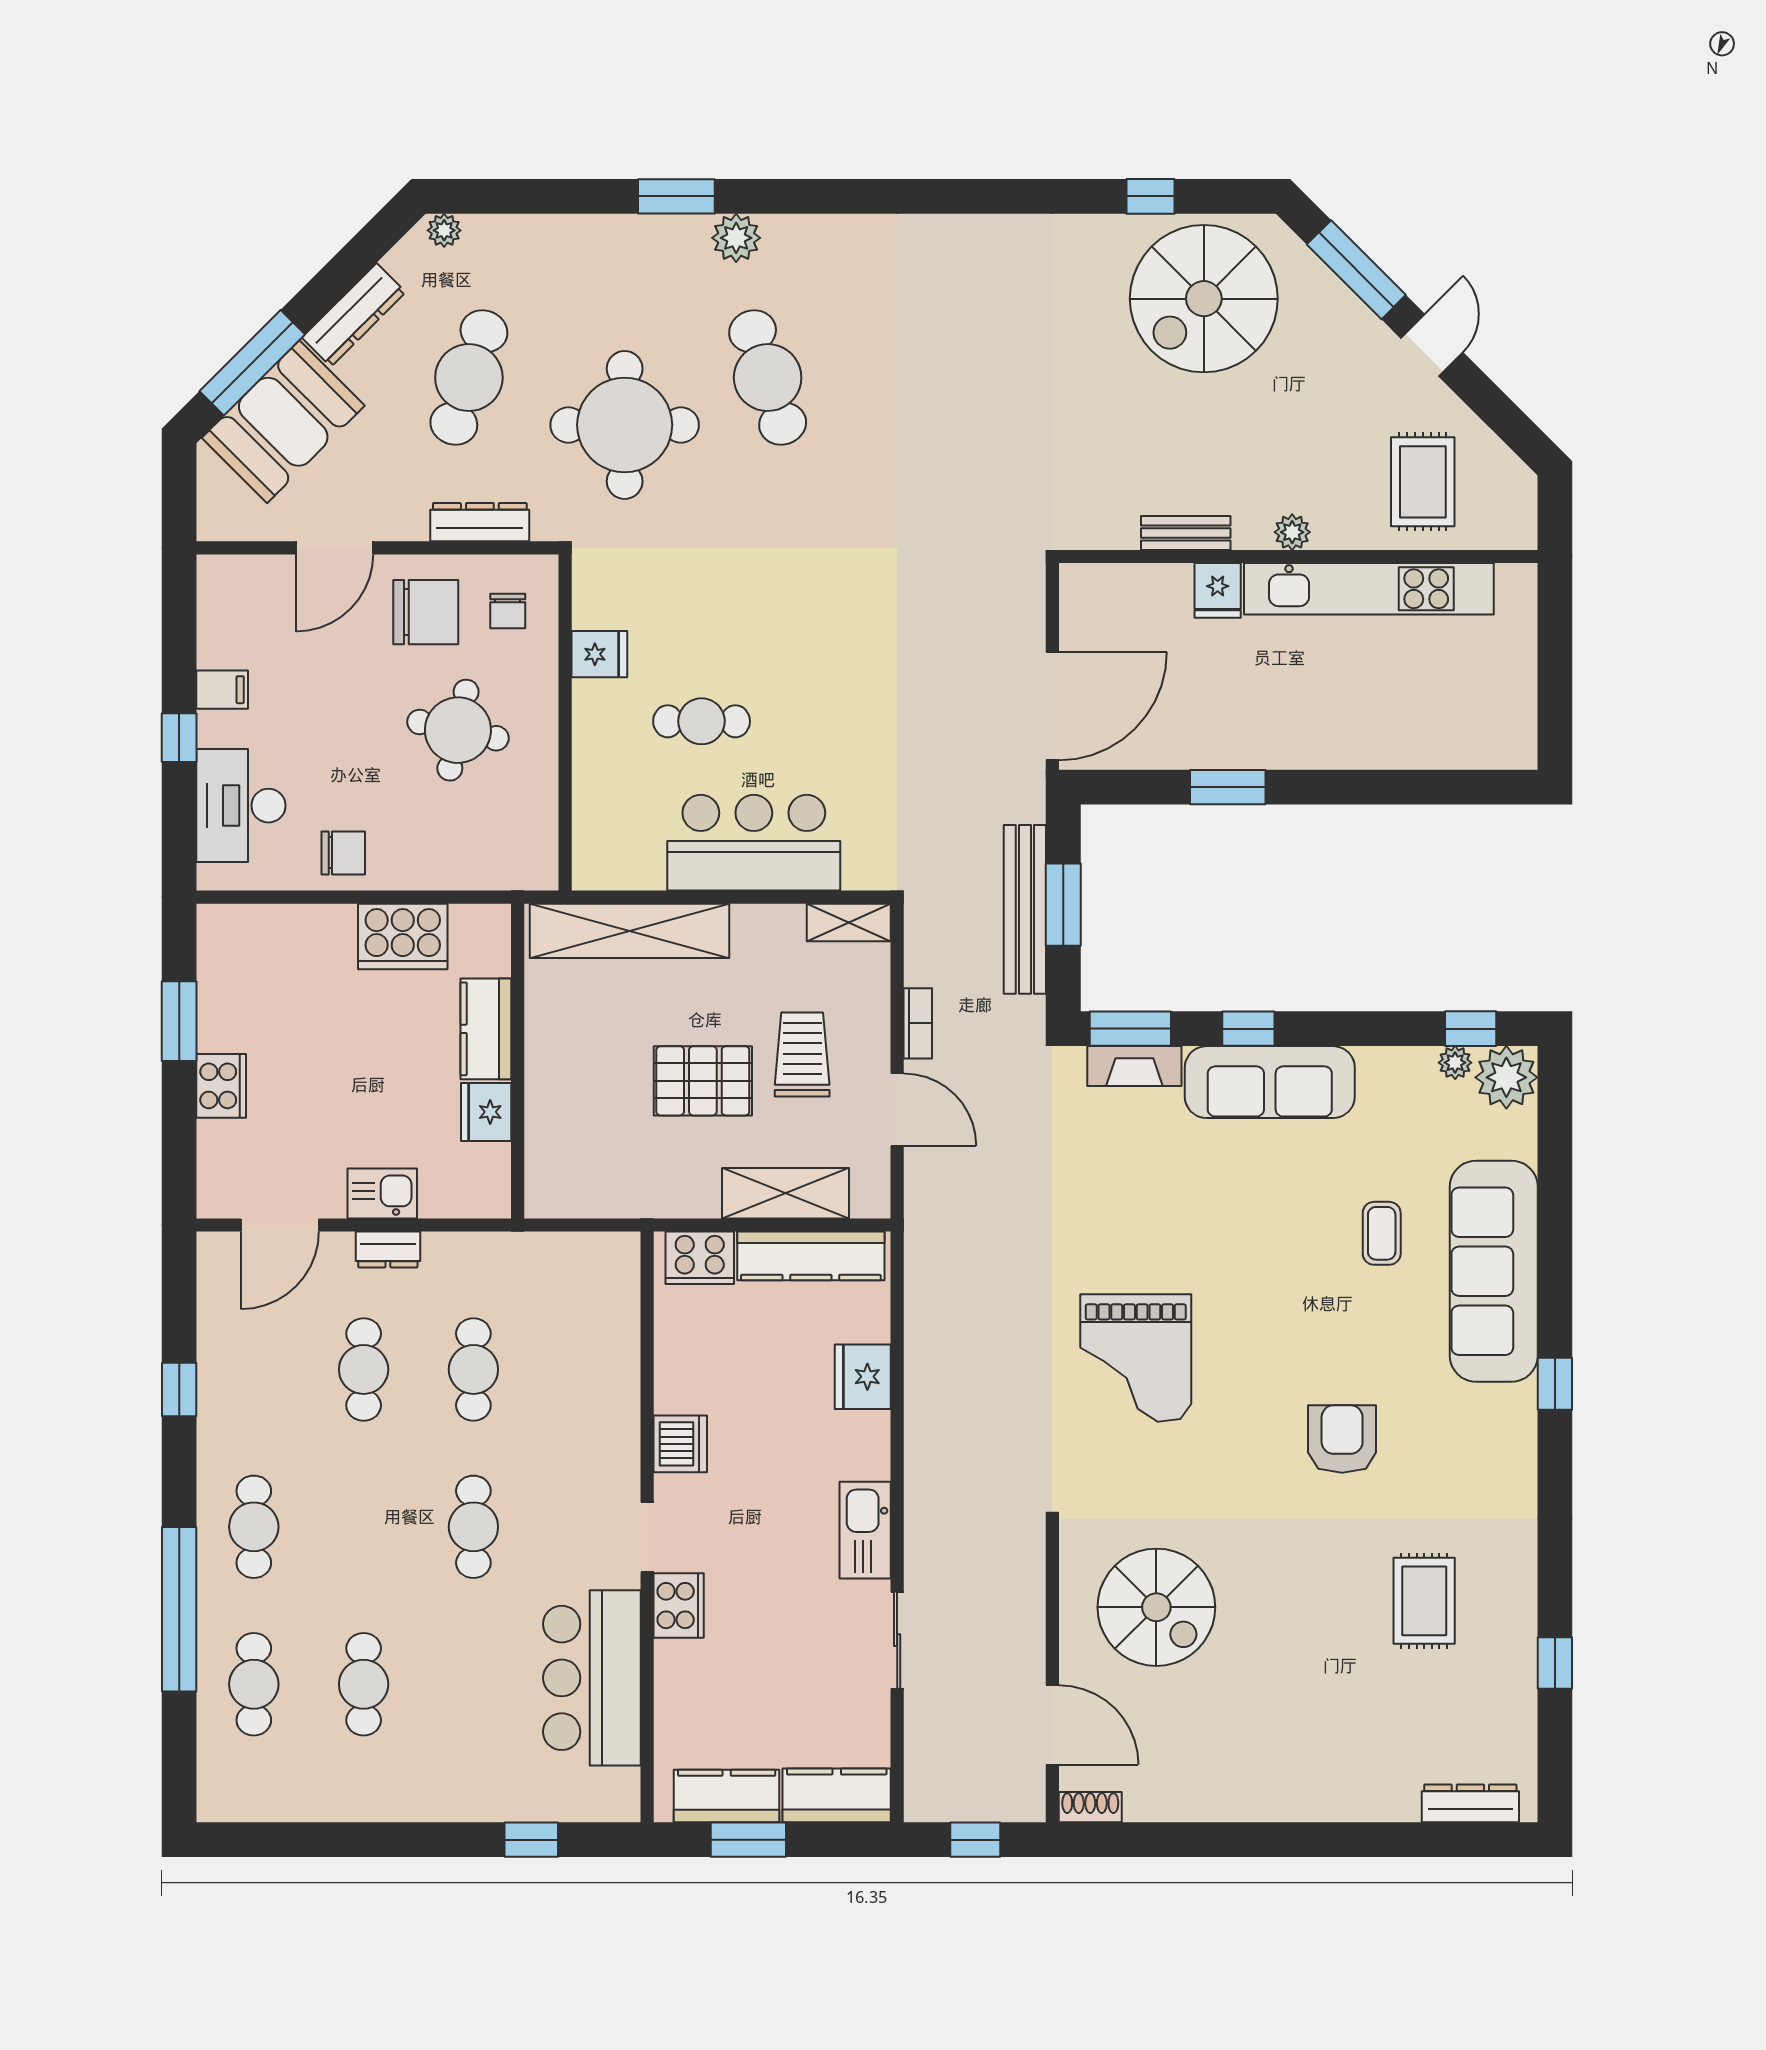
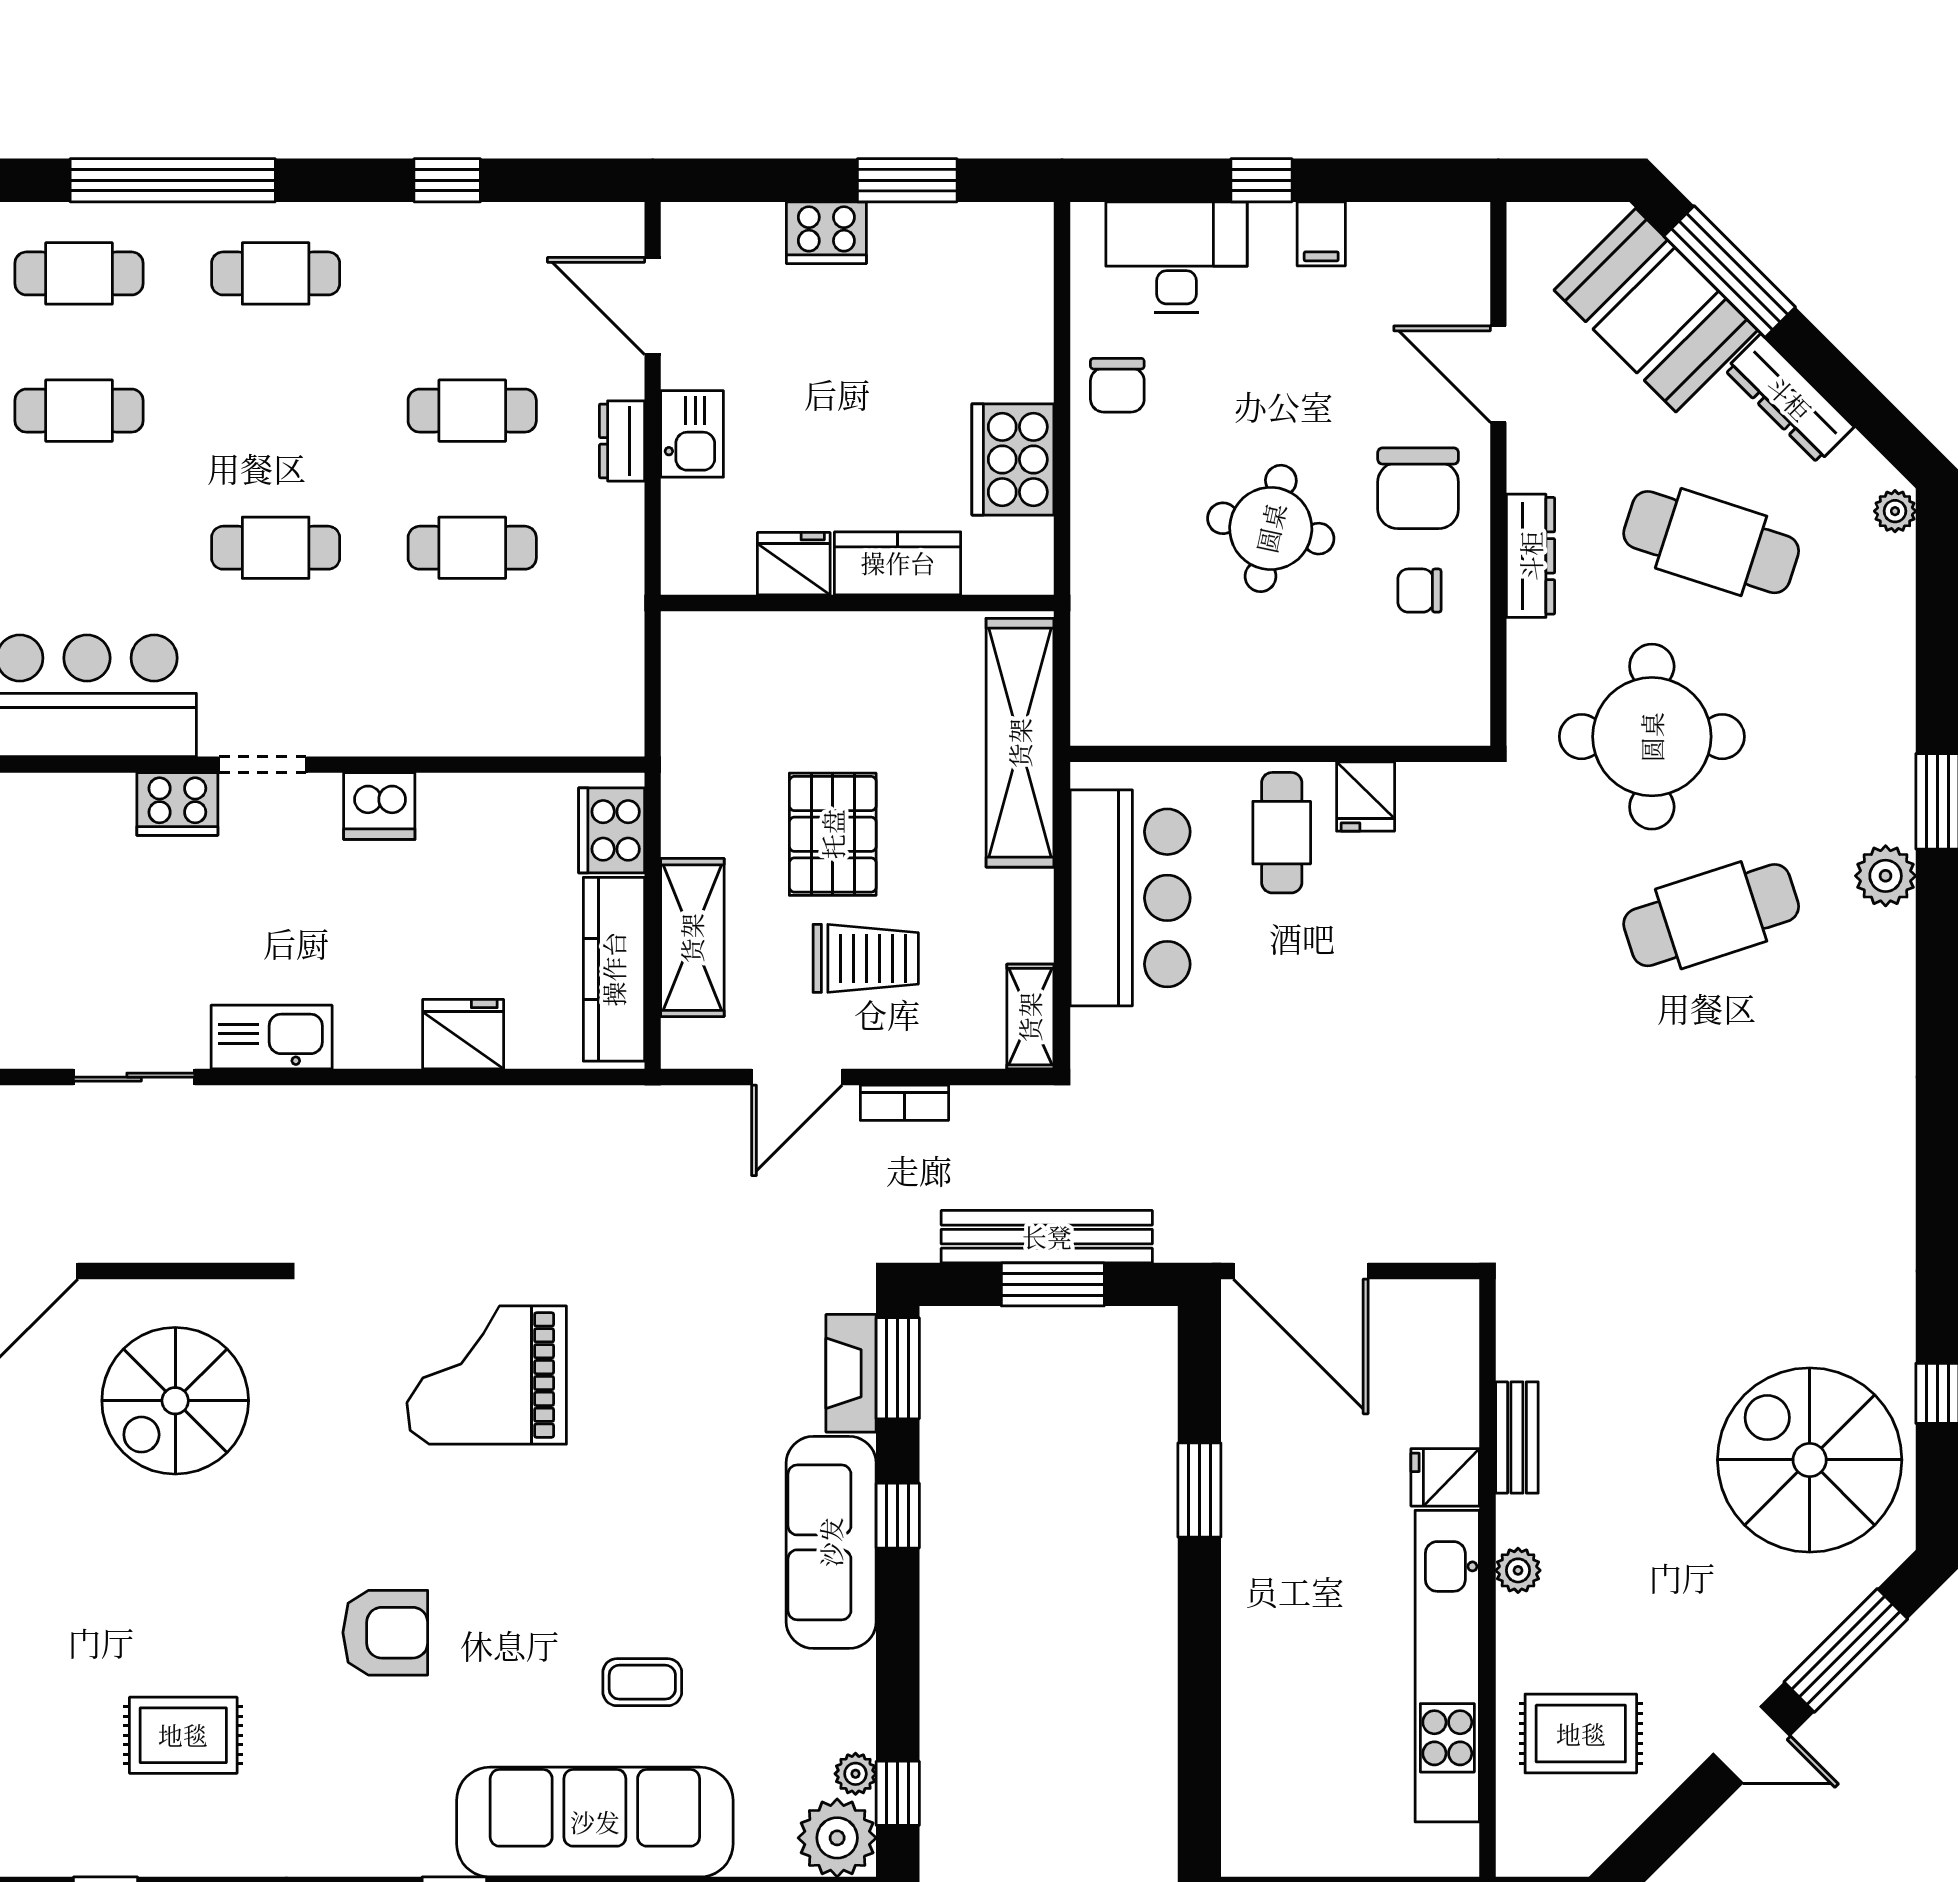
fridge: (599, 654) -> (1366, 797), moved
wall: (565, 723) -> (1280, 754), moved

